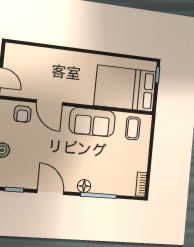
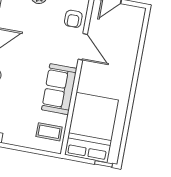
door: (49, 103) -> (83, 47), swing flipped
armchair: (22, 114) -> (73, 19), turned -90

